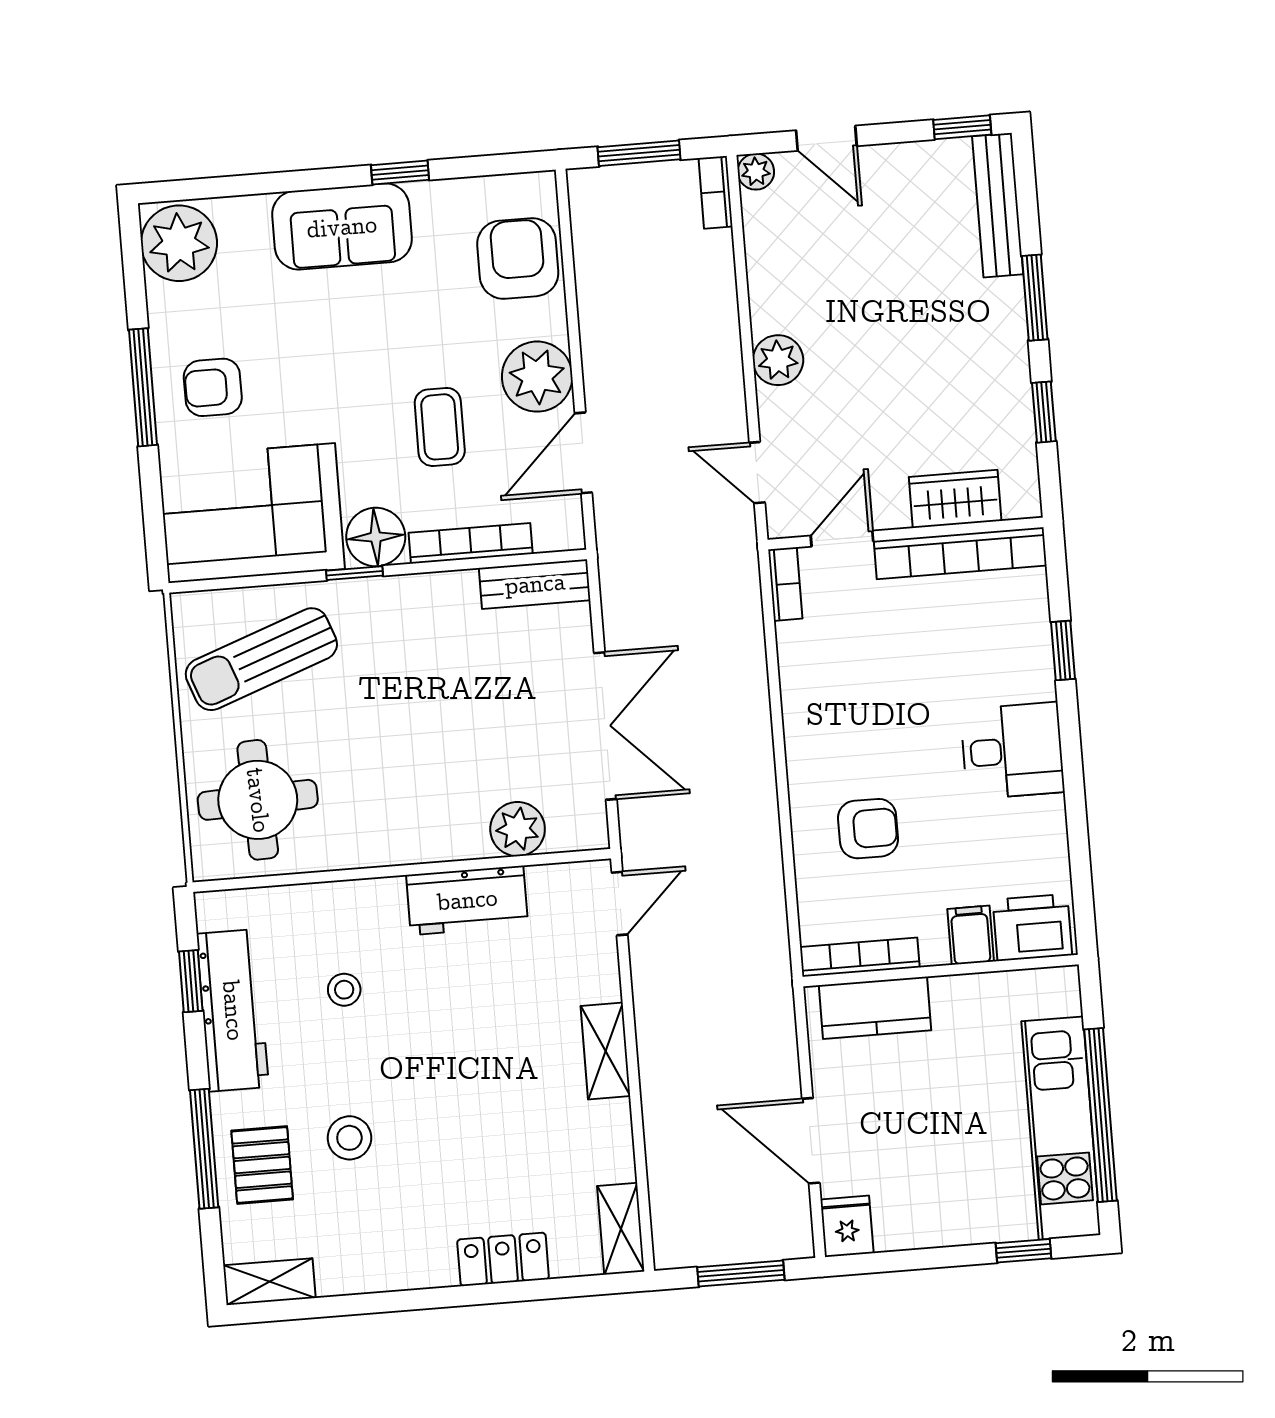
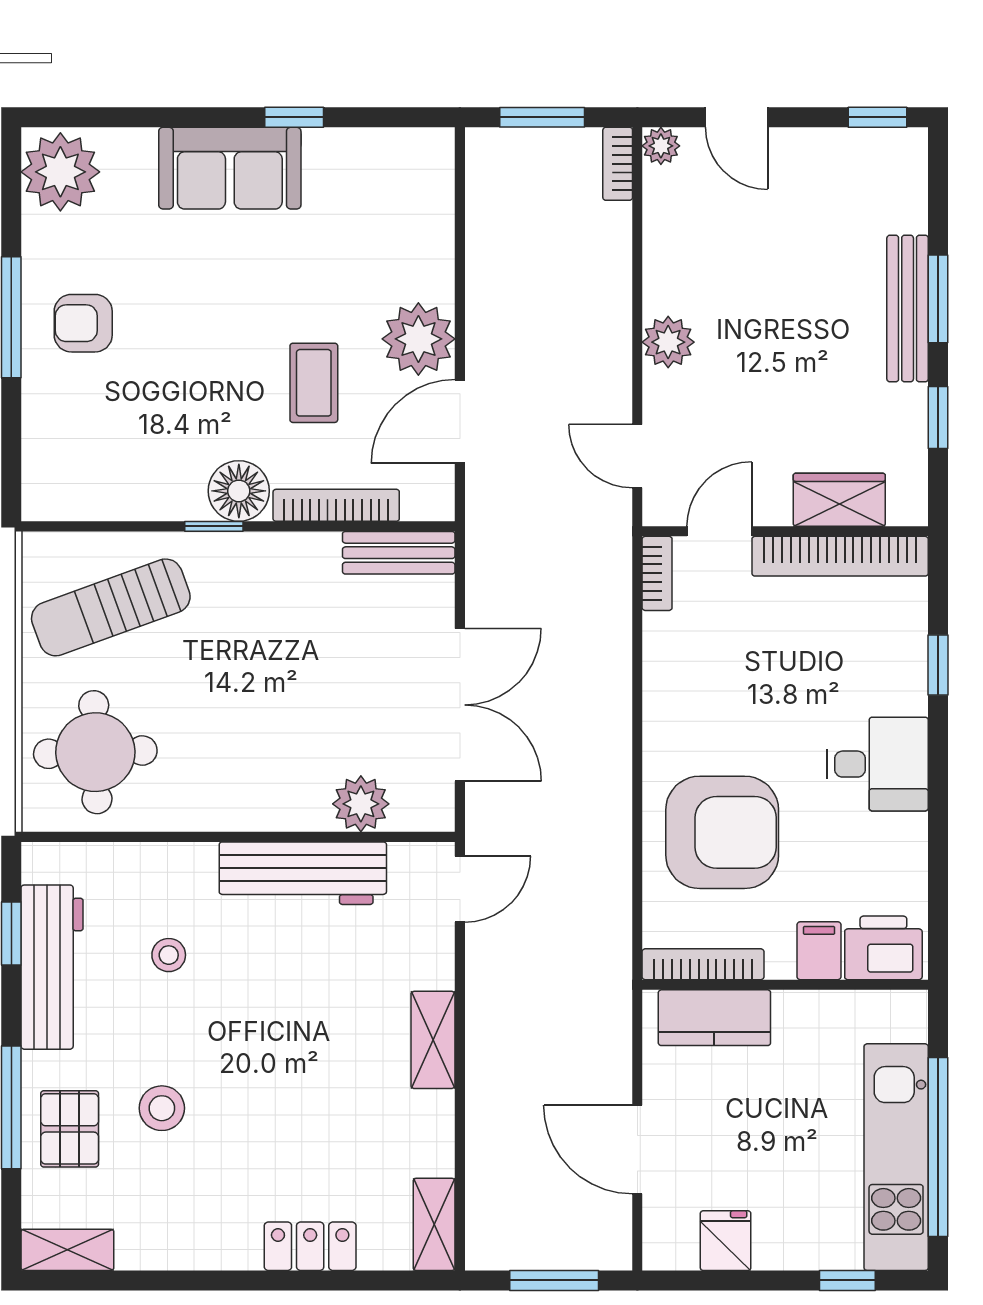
bench: (998, 205) -> (908, 309), moved
armchair: (518, 258) -> (408, 216), removed
corner sofa: (252, 513) -> (113, 456), removed
armchair: (868, 829) -> (722, 832), width x1.88, depth x1.88
workbench: (467, 900) -> (303, 873), width x1.38
fridge: (847, 1226) -> (726, 1241), moved

